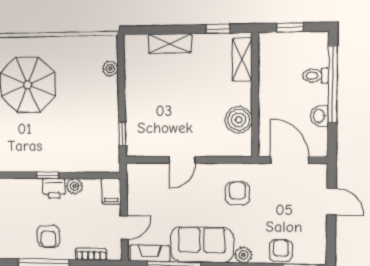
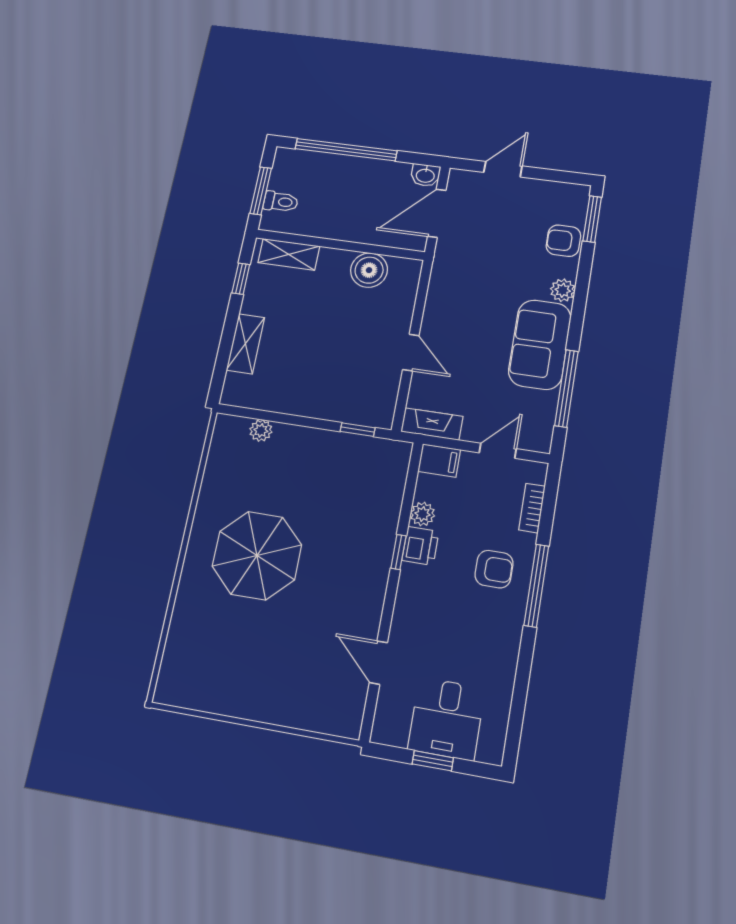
window: (290, 27) -> (261, 191), width x1.50
toilet: (316, 76) -> (281, 202), moved, turned -90
washbasin: (319, 116) -> (425, 175), moved
armchair: (237, 193) -> (472, 286), removed
door: (124, 228) -> (498, 451), hinge flipped
fireplace: (150, 253) -> (432, 424), moved, turned 90

